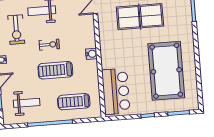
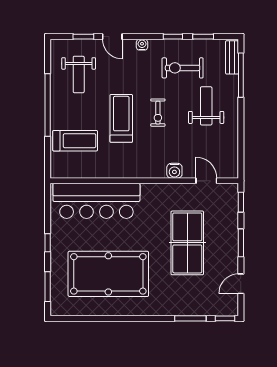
water cooler: (91, 54) -> (174, 171), moved
bar counter: (116, 91) -> (96, 201), width x1.36
treadmill: (74, 102) -> (75, 141), turned 90

